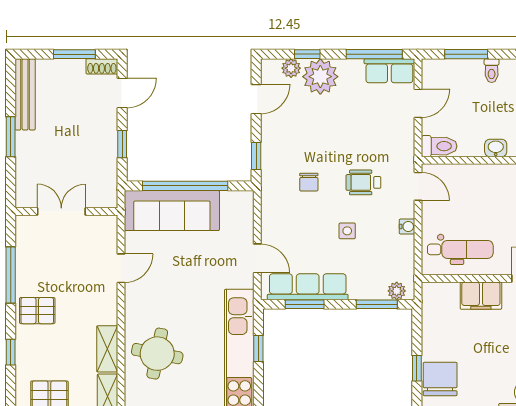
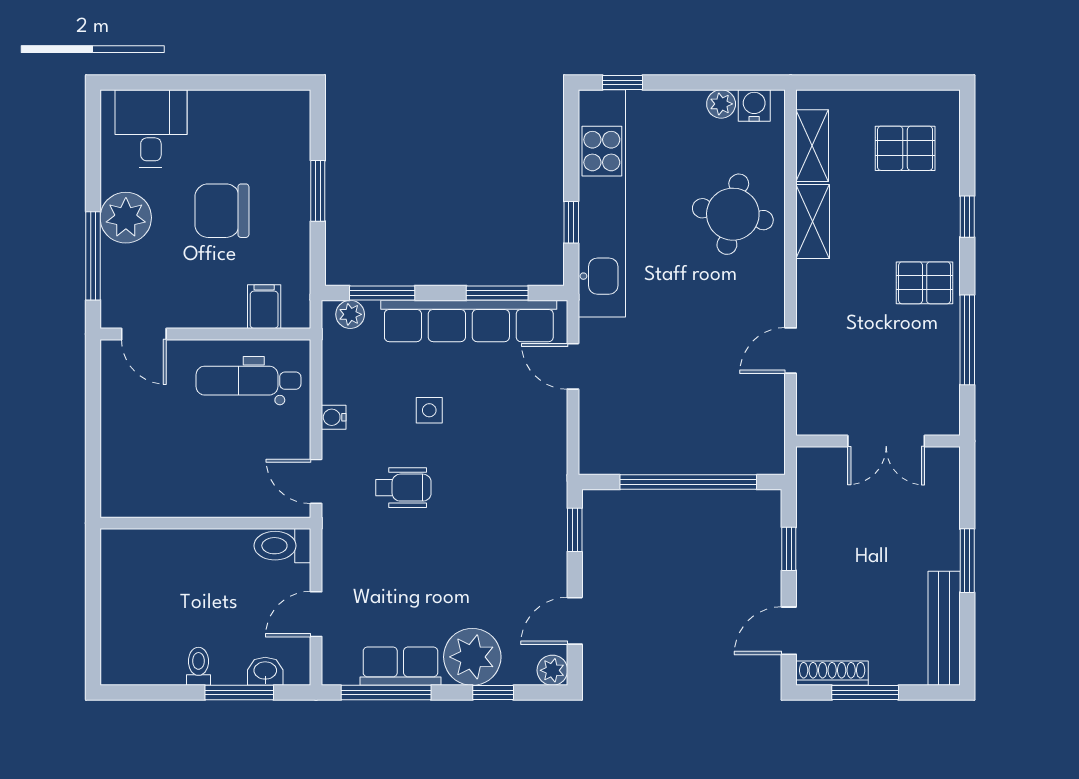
shoe rack: (102, 66) -> (832, 673), width x1.43
plant: (291, 68) -> (552, 670), moved
row of seats: (389, 71) -> (400, 666), moved
washbasin: (496, 148) -> (265, 671), moved, turned 180
chair: (309, 182) -> (491, 488), removed
sofa: (172, 211) -> (709, 443), removed
row of seats: (308, 287) -> (469, 321), width x1.36
filing cabinet: (481, 296) -> (264, 307), moved, width x0.50
window: (417, 368) -> (318, 191), width x1.50
chair: (440, 379) -> (222, 211), moved, turned 90

